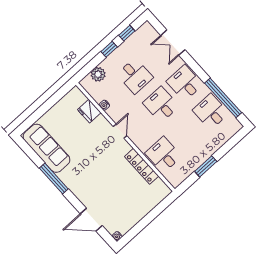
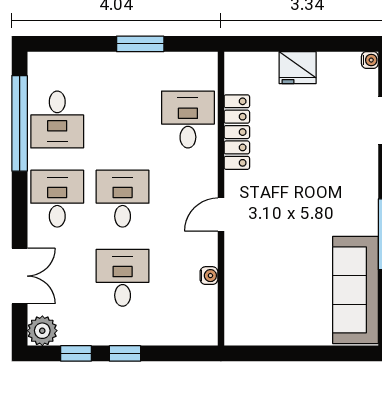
plant: (98, 74) -> (42, 331), moved
desk: (185, 83) -> (57, 199), turned 180
desk: (161, 105) -> (123, 199), turned 180
fridge: (89, 111) -> (298, 68), moved, turned 90
desk: (163, 155) -> (188, 120), turned 180

